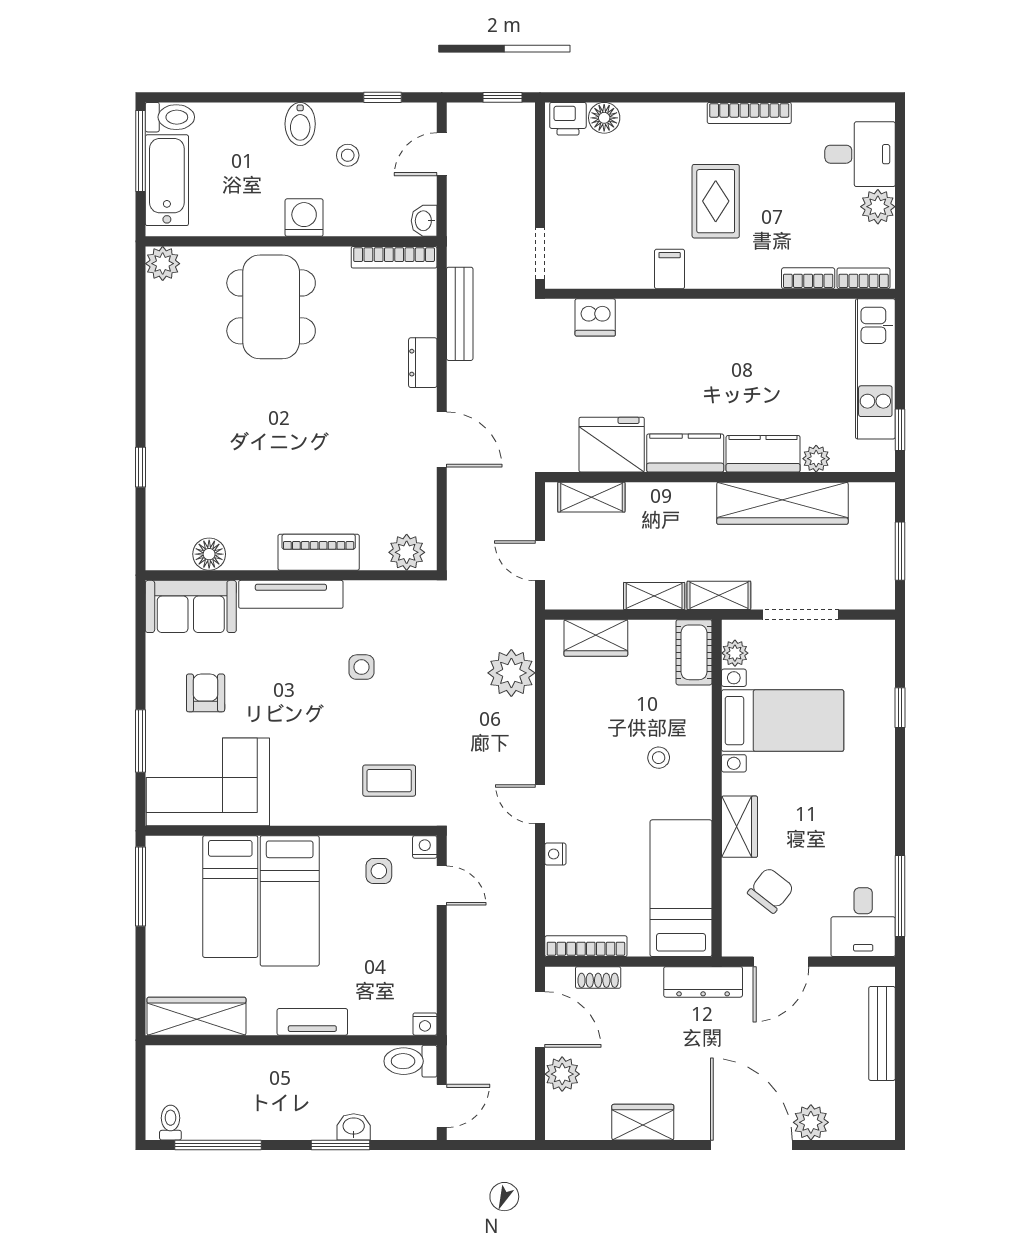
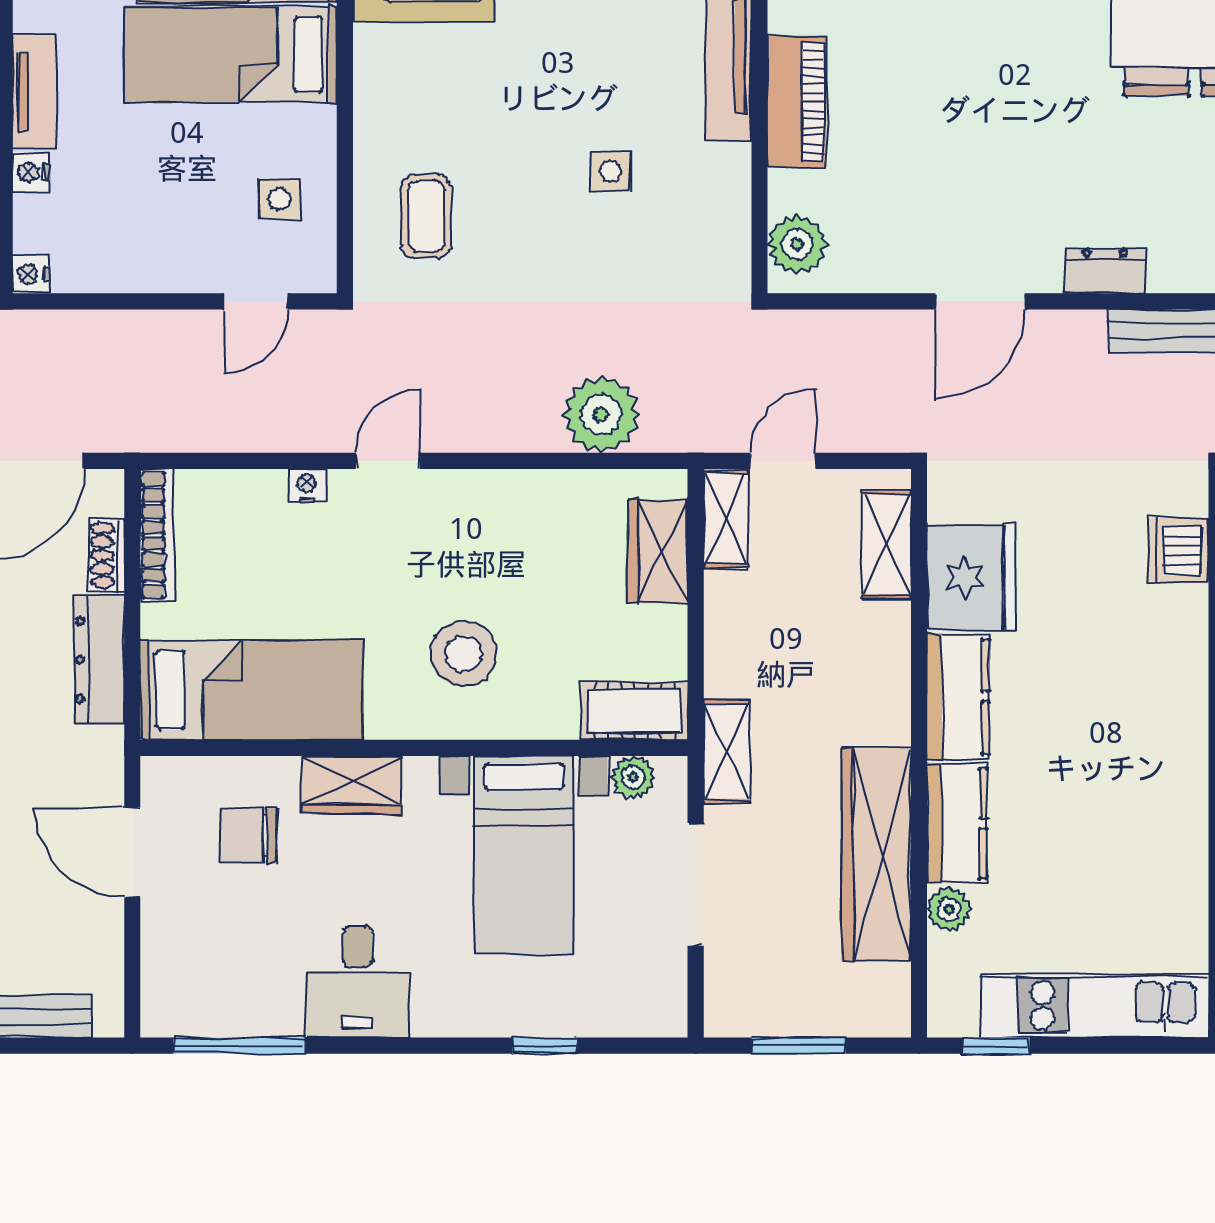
shelving: (654, 596) -> (726, 518), moved
stool: (659, 758) -> (463, 654), width x1.89, depth x1.89
nightstand: (425, 847) -> (31, 172), moved, turned 180
chair: (771, 890) -> (248, 835), turned 142
desk: (863, 922) -> (358, 982), moved, turned -90
dresser: (703, 982) -> (99, 660), moved

